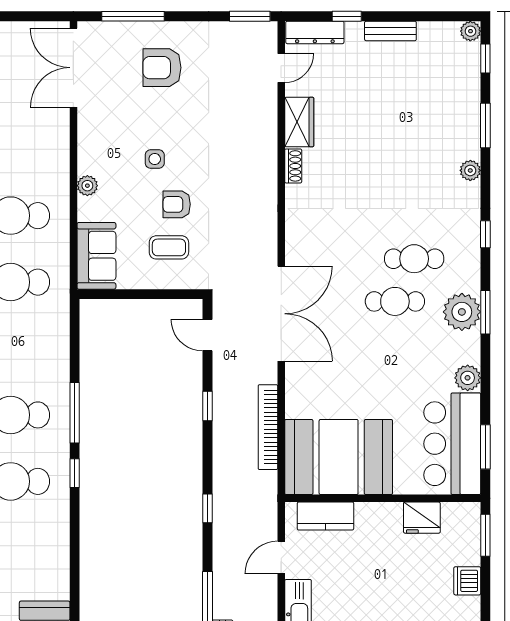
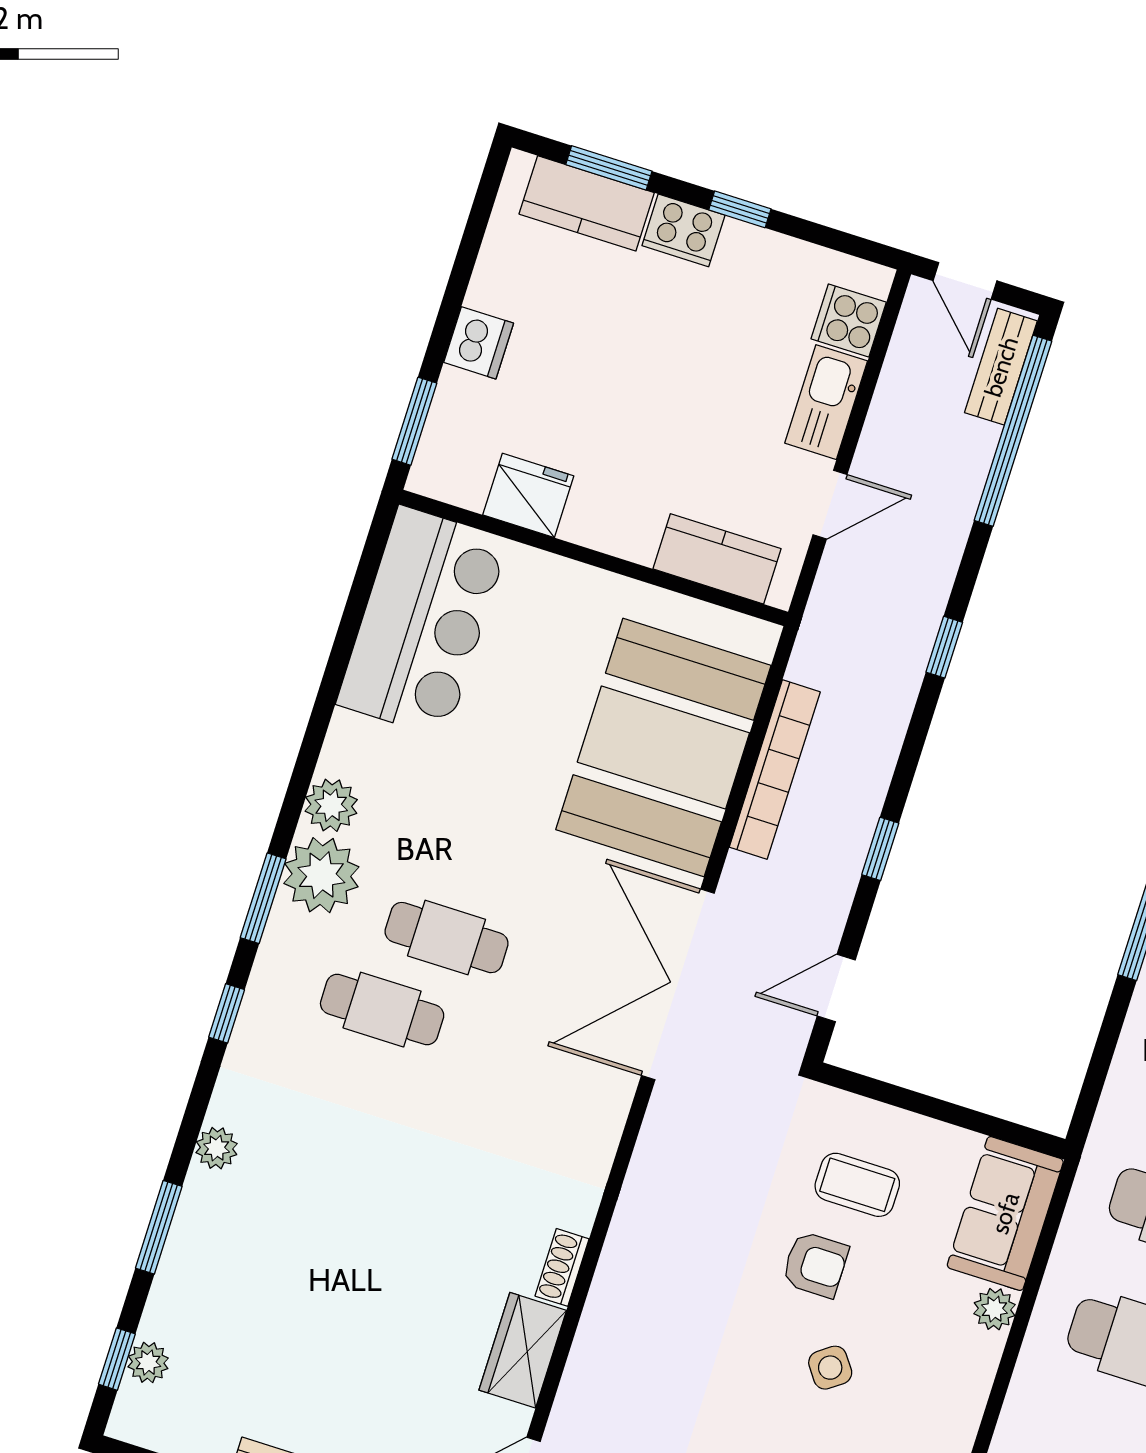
plant: (470, 31) -> (148, 1362), moved
side table: (155, 159) -> (830, 1368), turned -36
plant: (87, 186) -> (994, 1309), moved
window: (485, 312) -> (263, 898), moved
door: (208, 335) -> (836, 988), swing flipped
plant: (468, 378) -> (331, 805), moved
window: (485, 447) -> (359, 595), removed
booth: (339, 457) -> (663, 748), moved, turned 90

